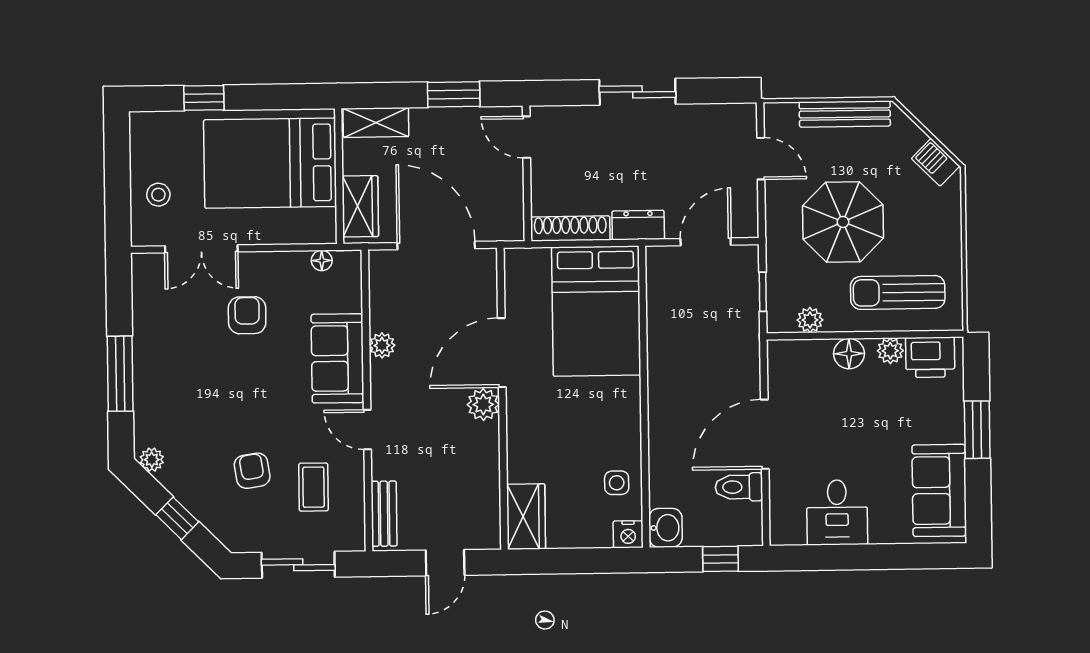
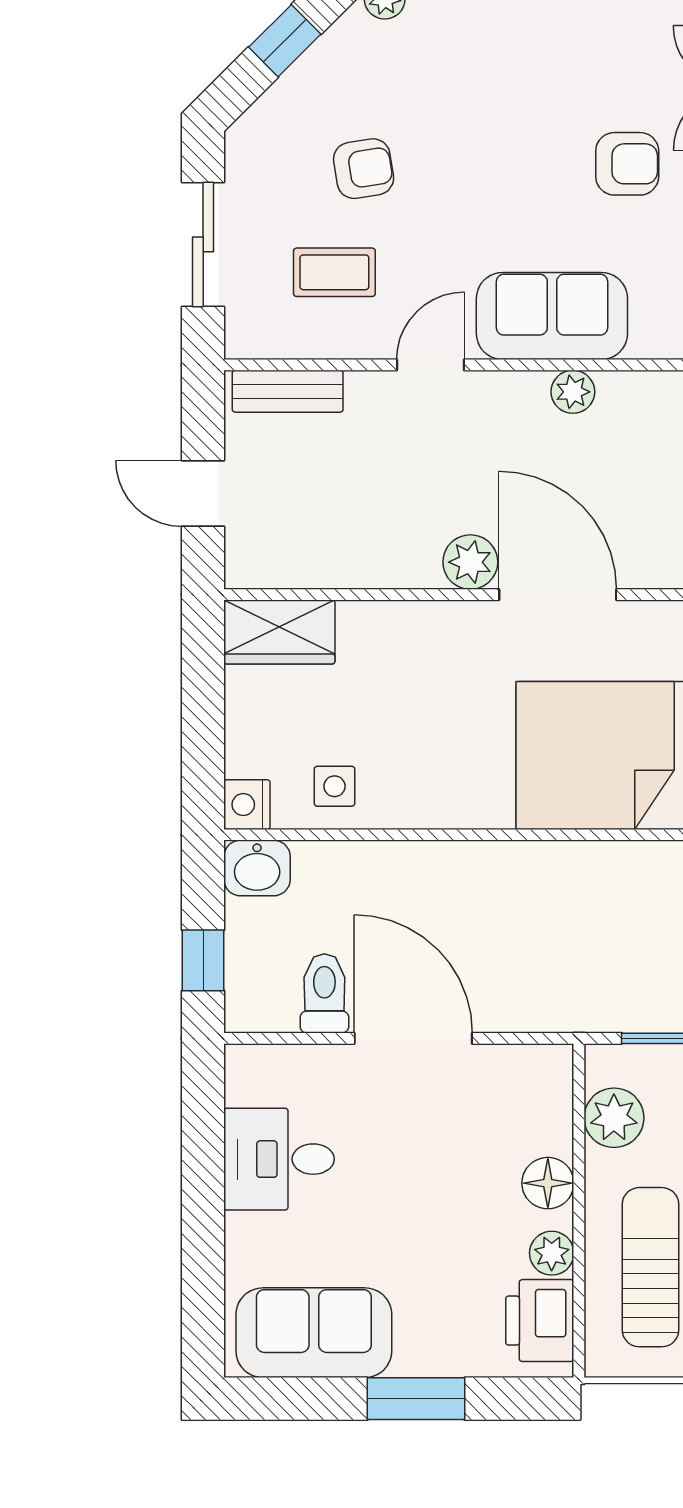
plant: (810, 320) -> (614, 1118), width x1.38, depth x1.38

